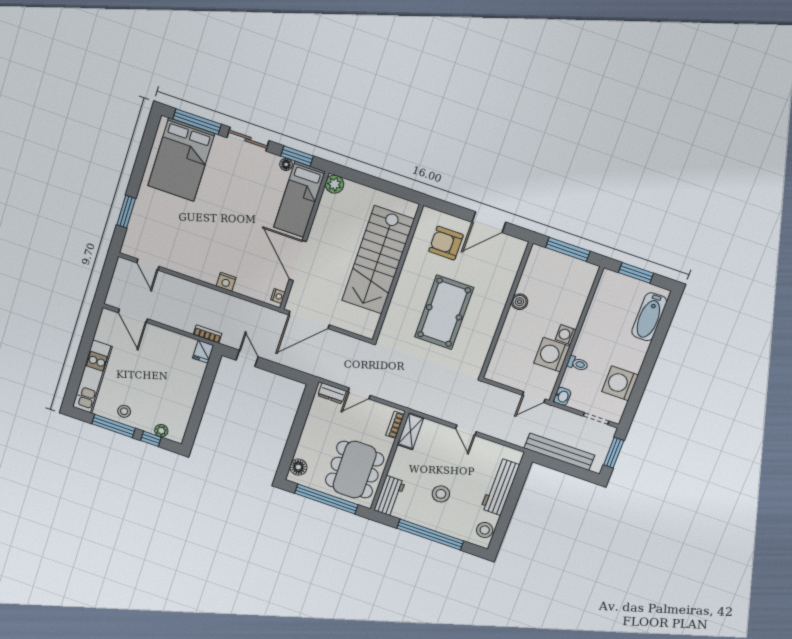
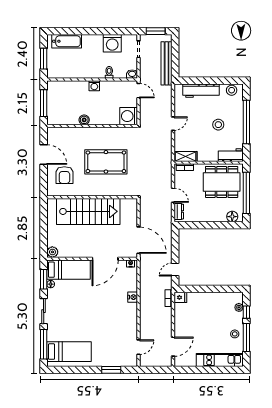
bed: (181, 160) -> (69, 352), width x0.67
washing machine: (552, 355) -> (129, 116), moved, turned 90

